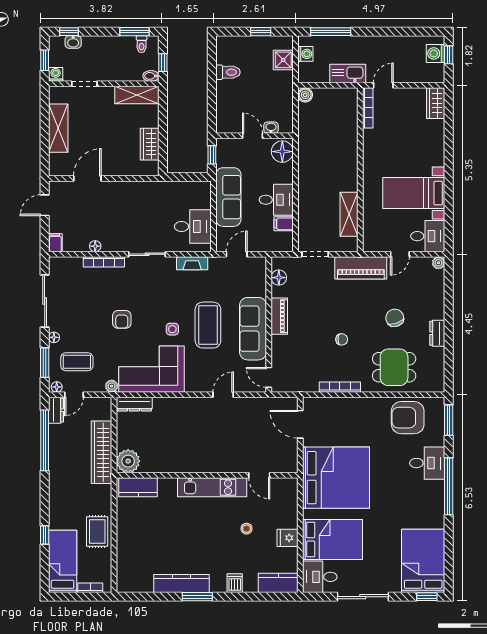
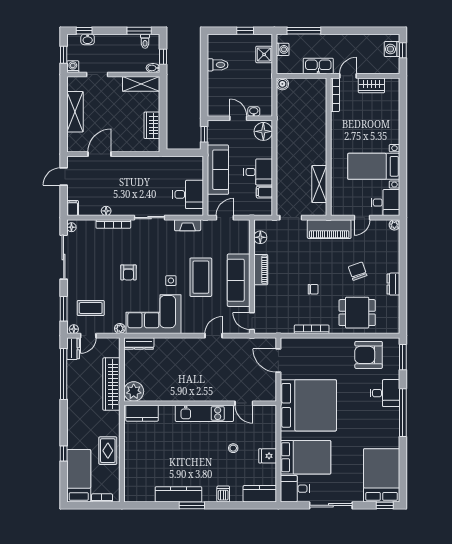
wardrobe: (436, 103) -> (371, 85), moved, turned -90
floor lamp: (54, 337) -> (71, 227), moved

